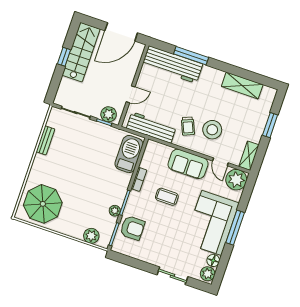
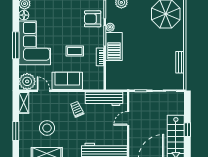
plant: (109, 114) -> (139, 98), removed
stool: (212, 130) -> (47, 128), moved
barbecue: (129, 154) -> (114, 47), moved

